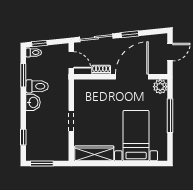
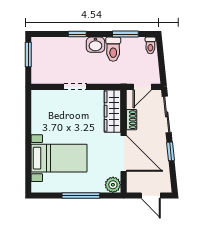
window: (39, 44) -> (160, 52), removed
window: (23, 137) -> (77, 34), moved
wardrobe: (94, 153) -> (112, 111), moved, turned 180

